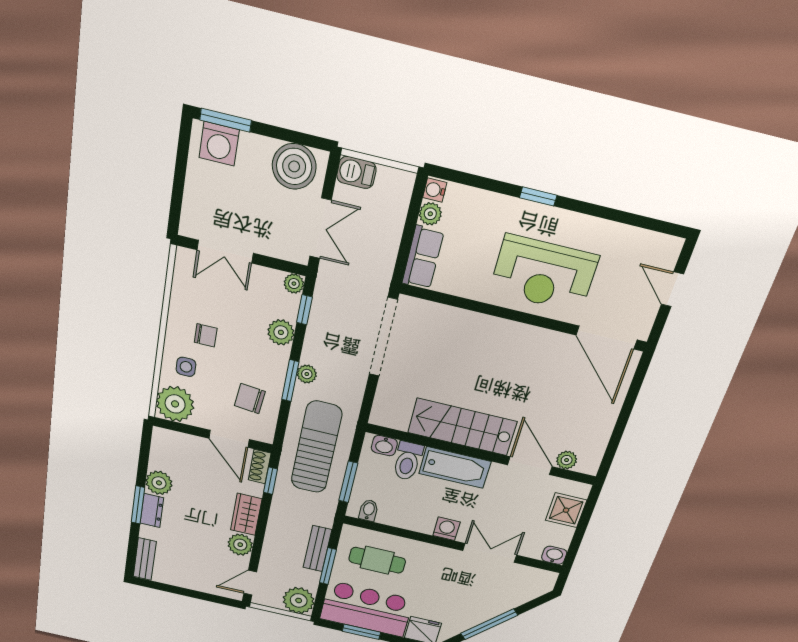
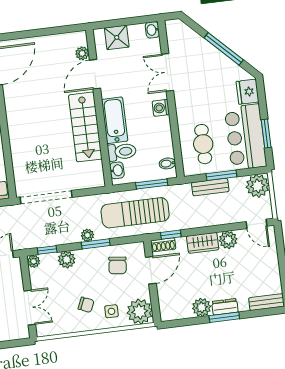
chair: (206, 335) -> (86, 305), turned 114

